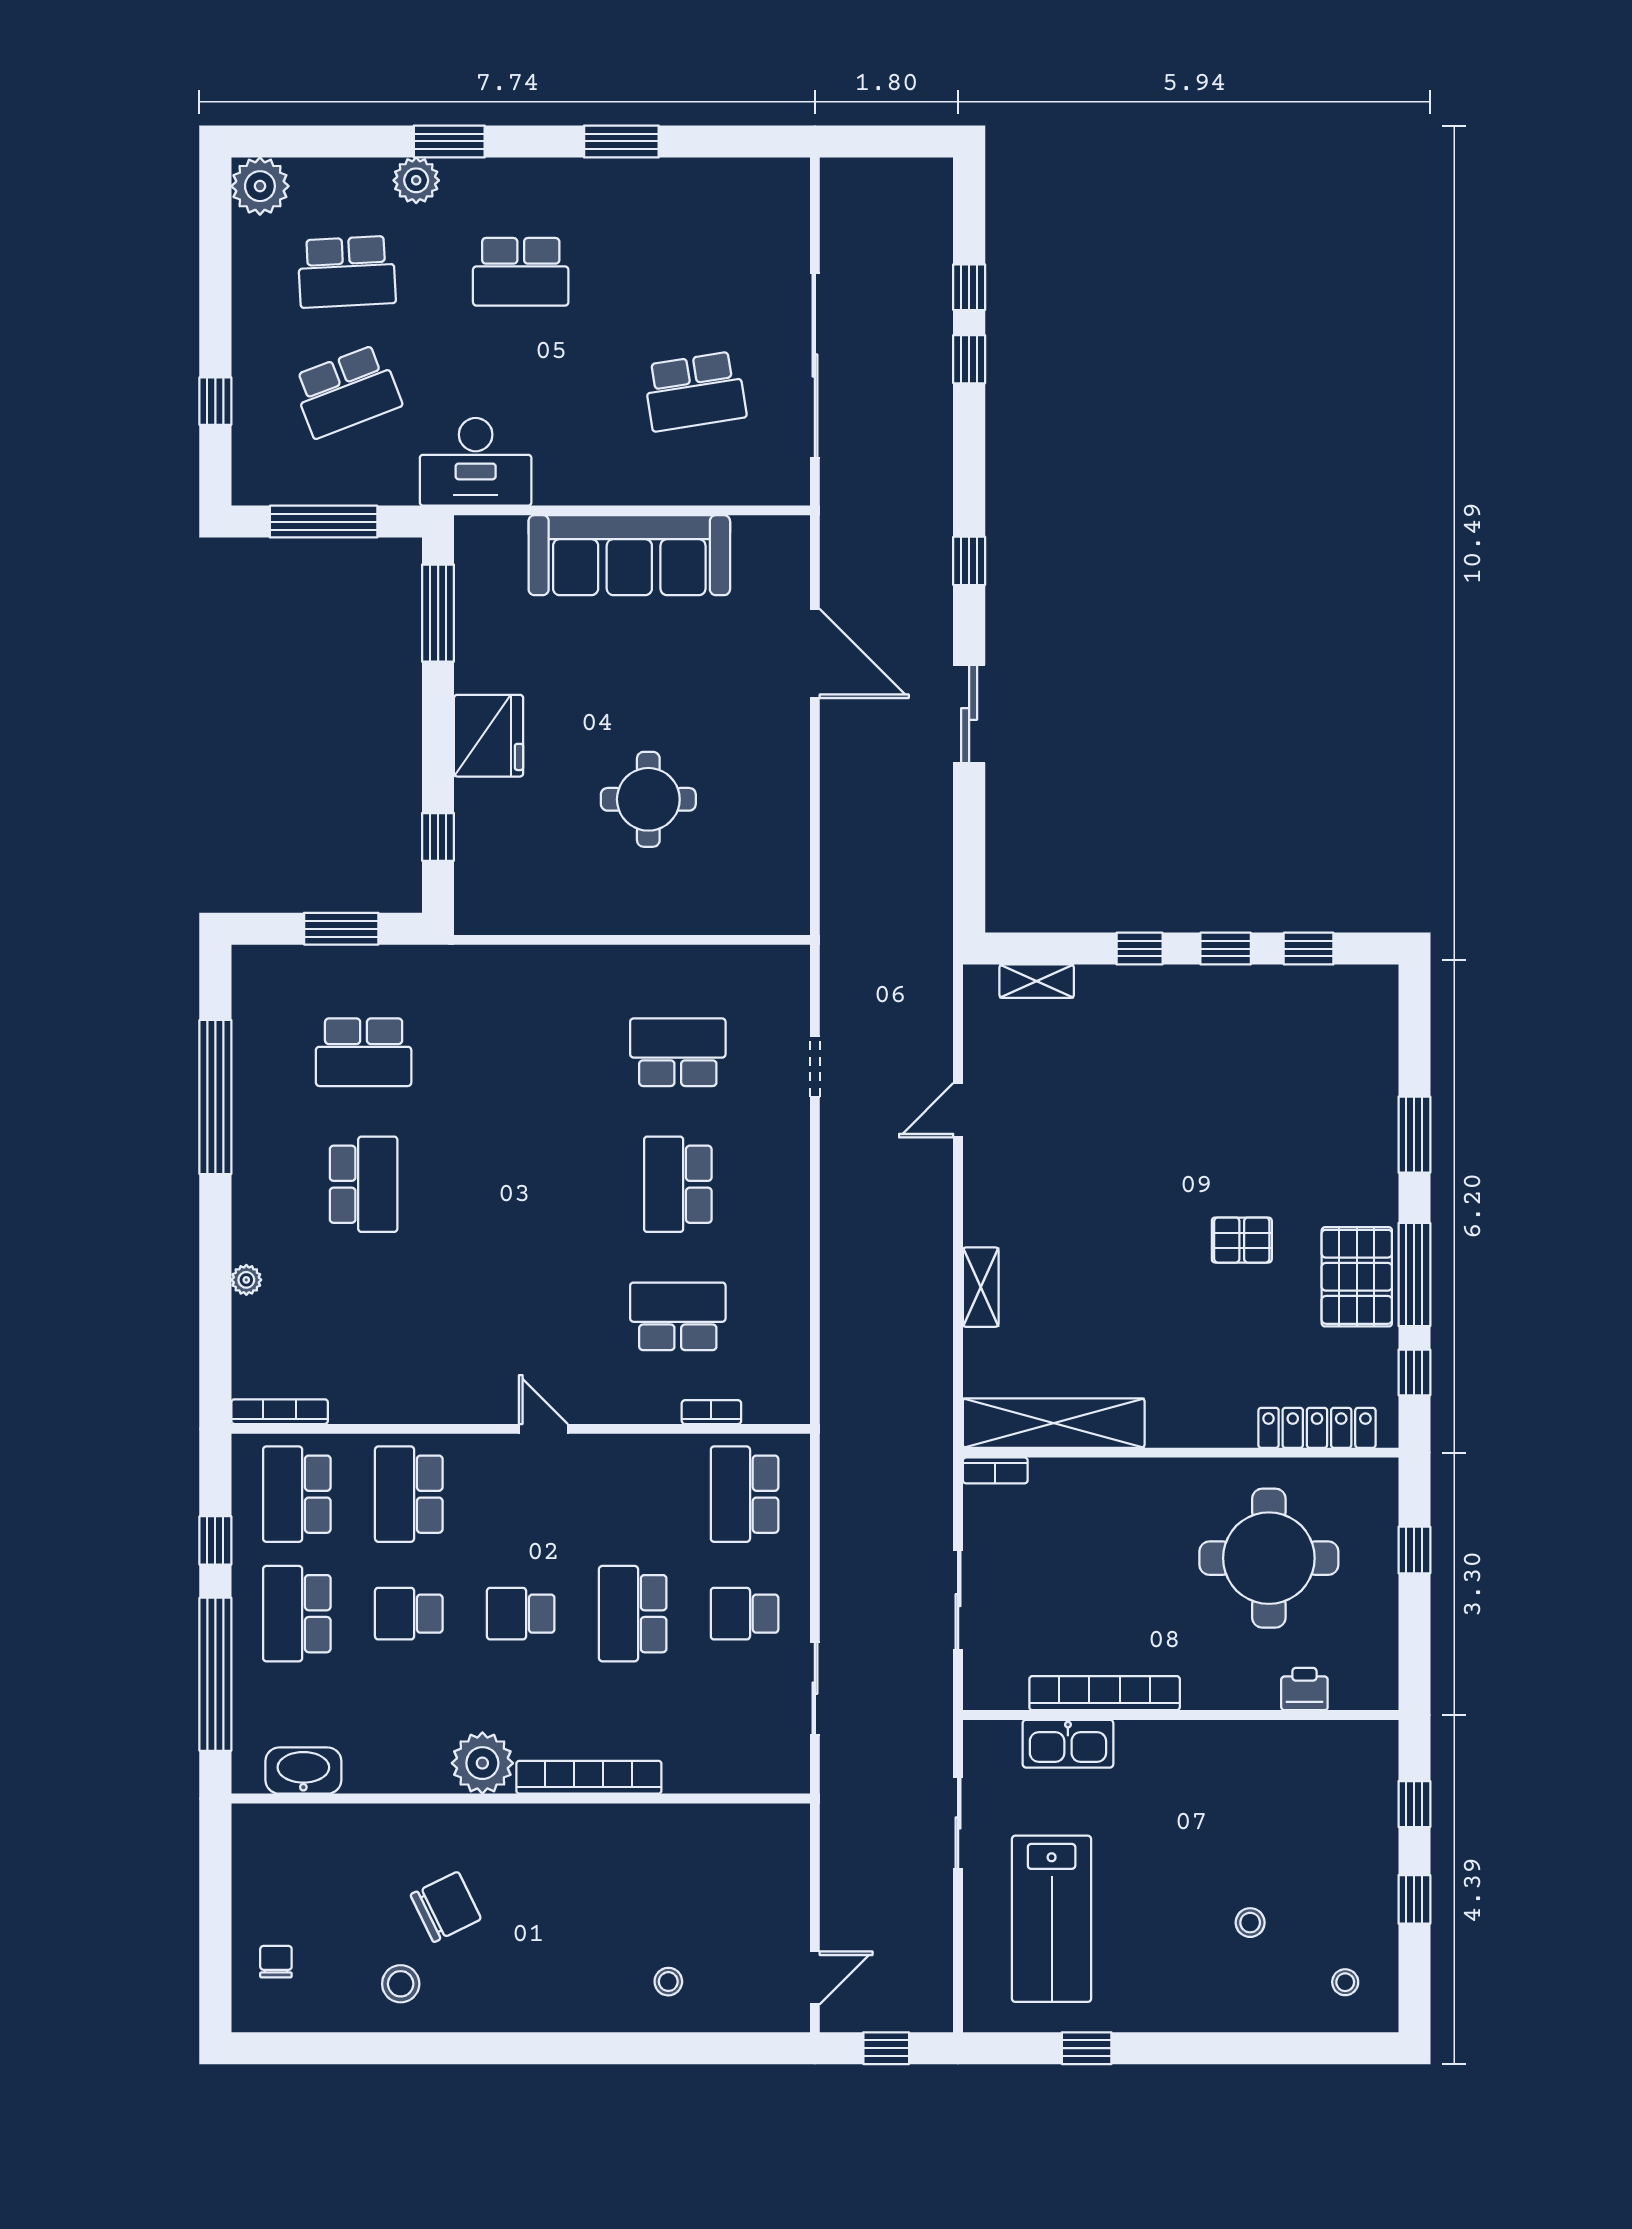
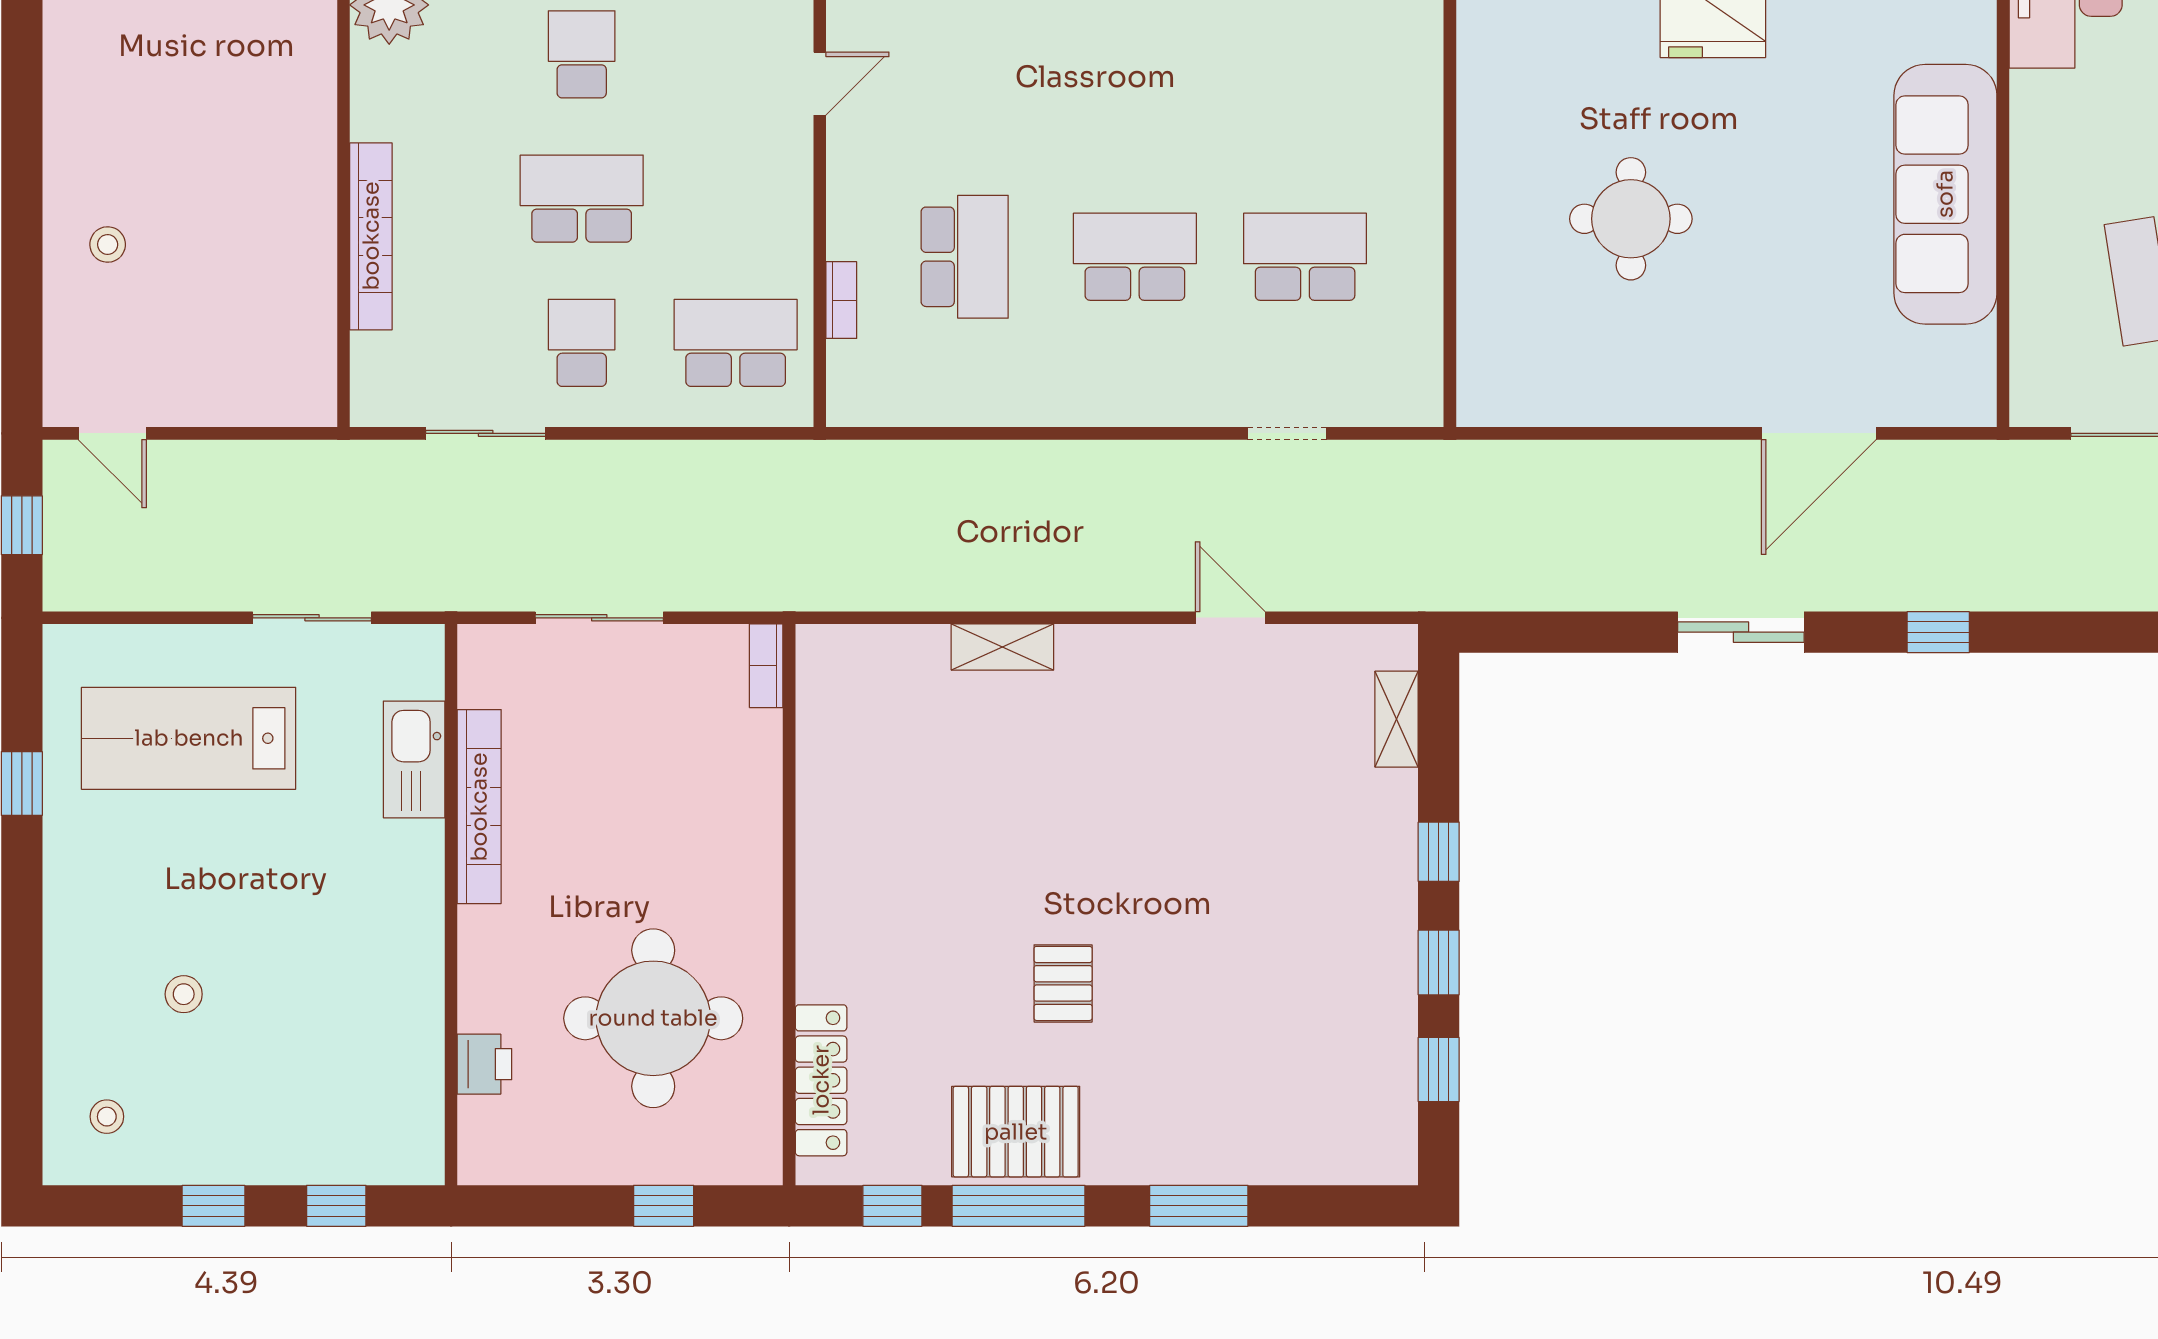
school desk: (678, 1052) -> (1305, 257), turned -90
shelving: (1054, 1423) -> (827, 741), removed
bookcase: (589, 1777) -> (371, 236), moved

